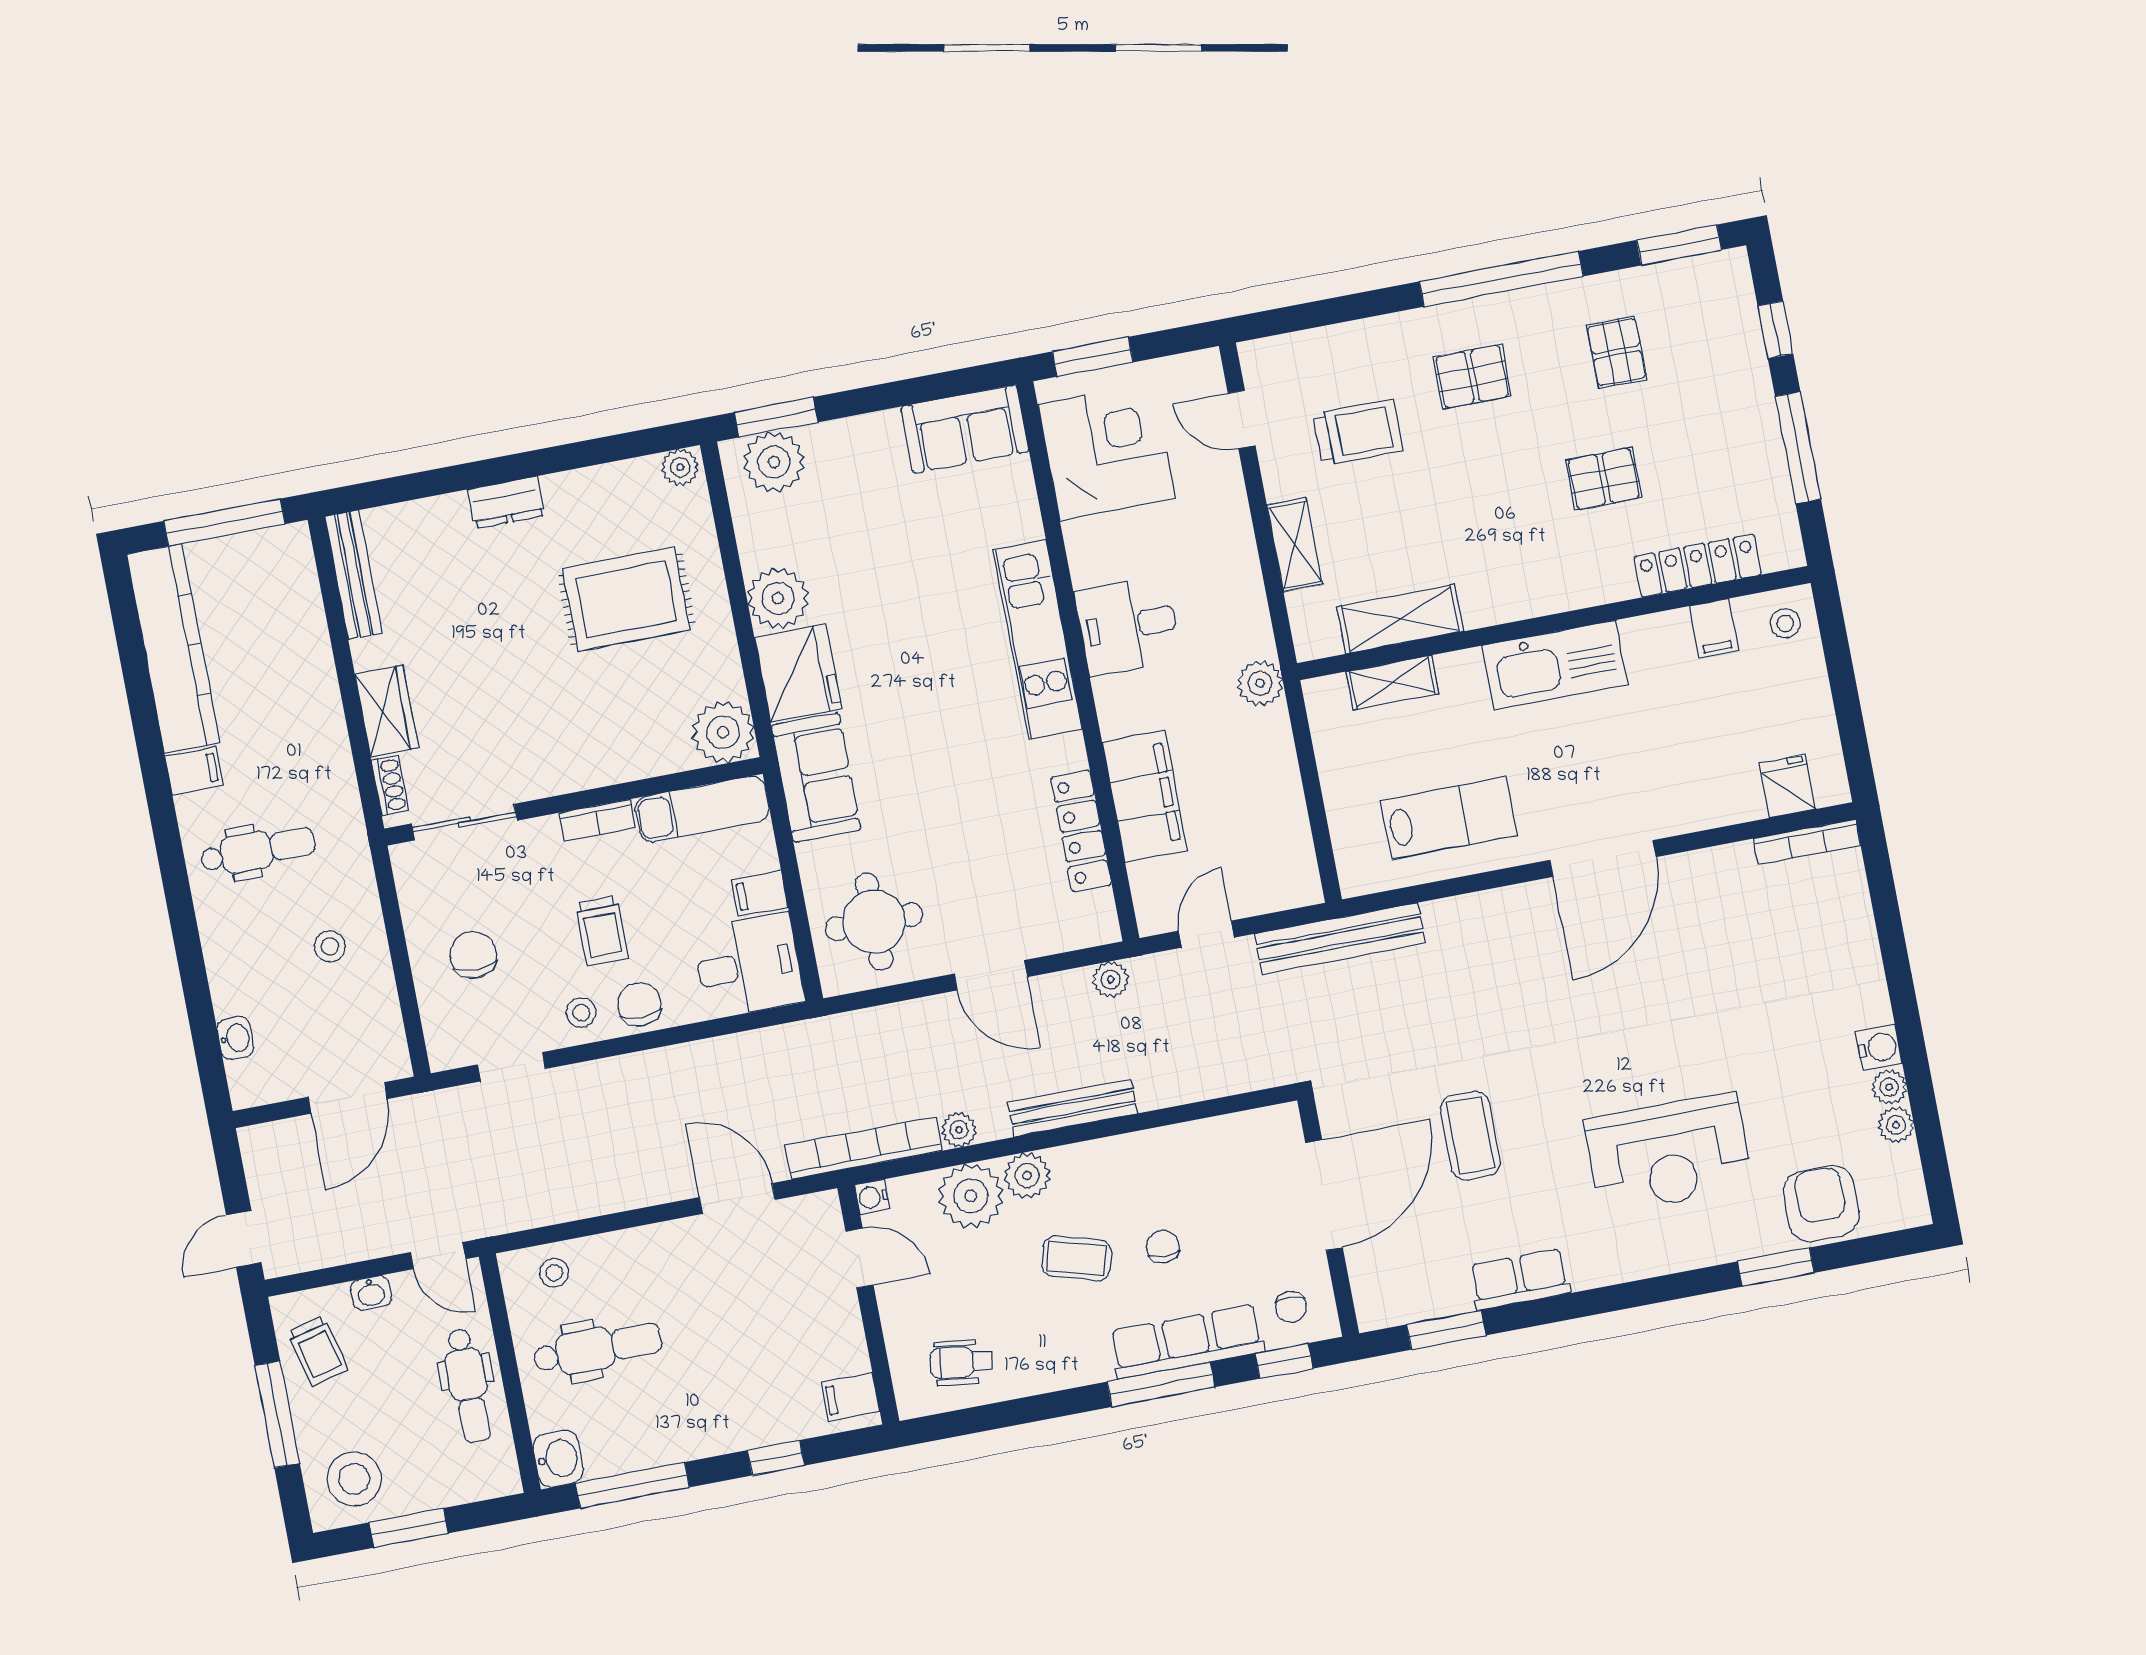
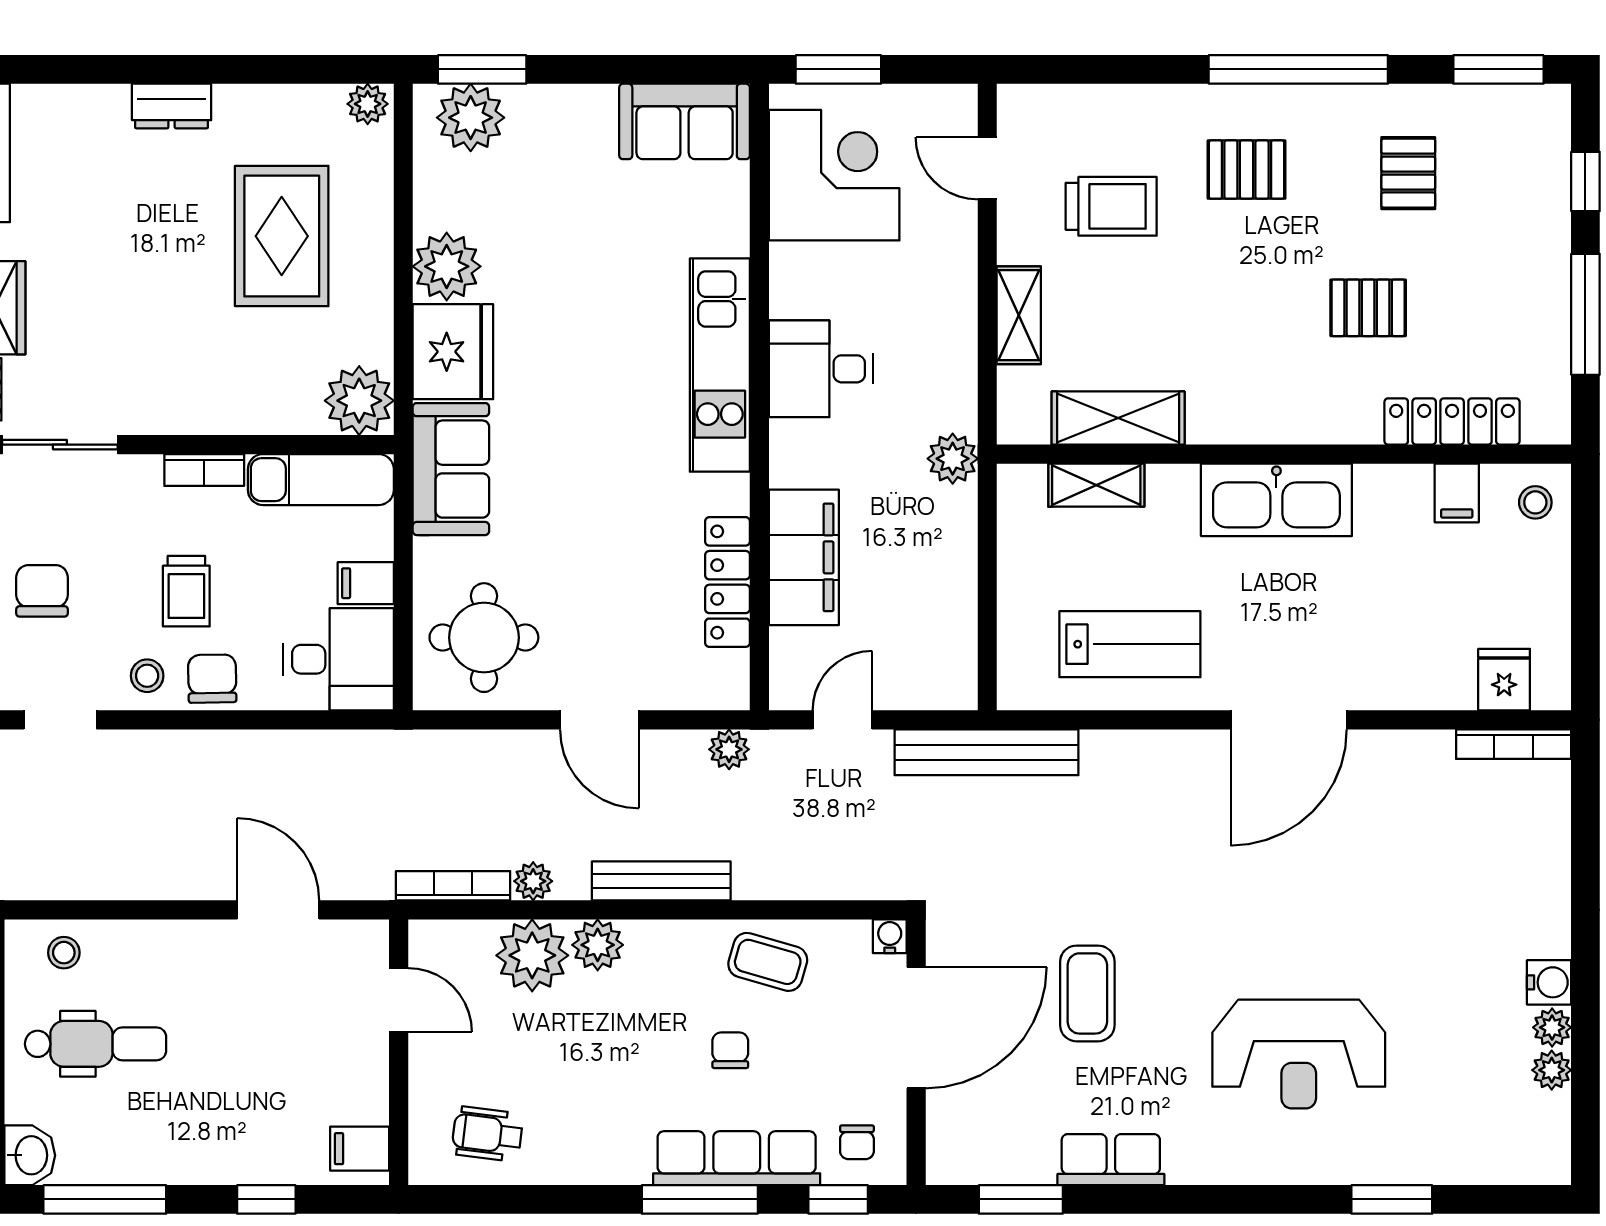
rug: (626, 599) -> (282, 236), turned 90
bookcase: (863, 1148) -> (453, 886), width x0.68, depth x0.76
water cooler: (872, 1197) -> (890, 936), moved, turned 90
armchair: (1821, 1203) -> (1454, 1140), removed
coffee table: (1077, 1258) -> (768, 962), moved

